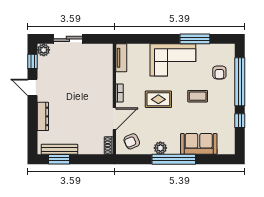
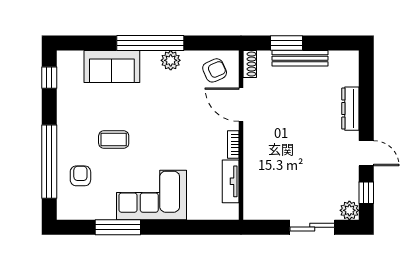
tv unit: (121, 58) -> (231, 181), moved
rug: (158, 99) -> (174, 135), removed
door: (114, 119) -> (241, 105), hinge flipped
window: (240, 121) -> (49, 78), moved
bench: (59, 149) -> (300, 58), moved
window: (59, 159) -> (286, 43), moved

